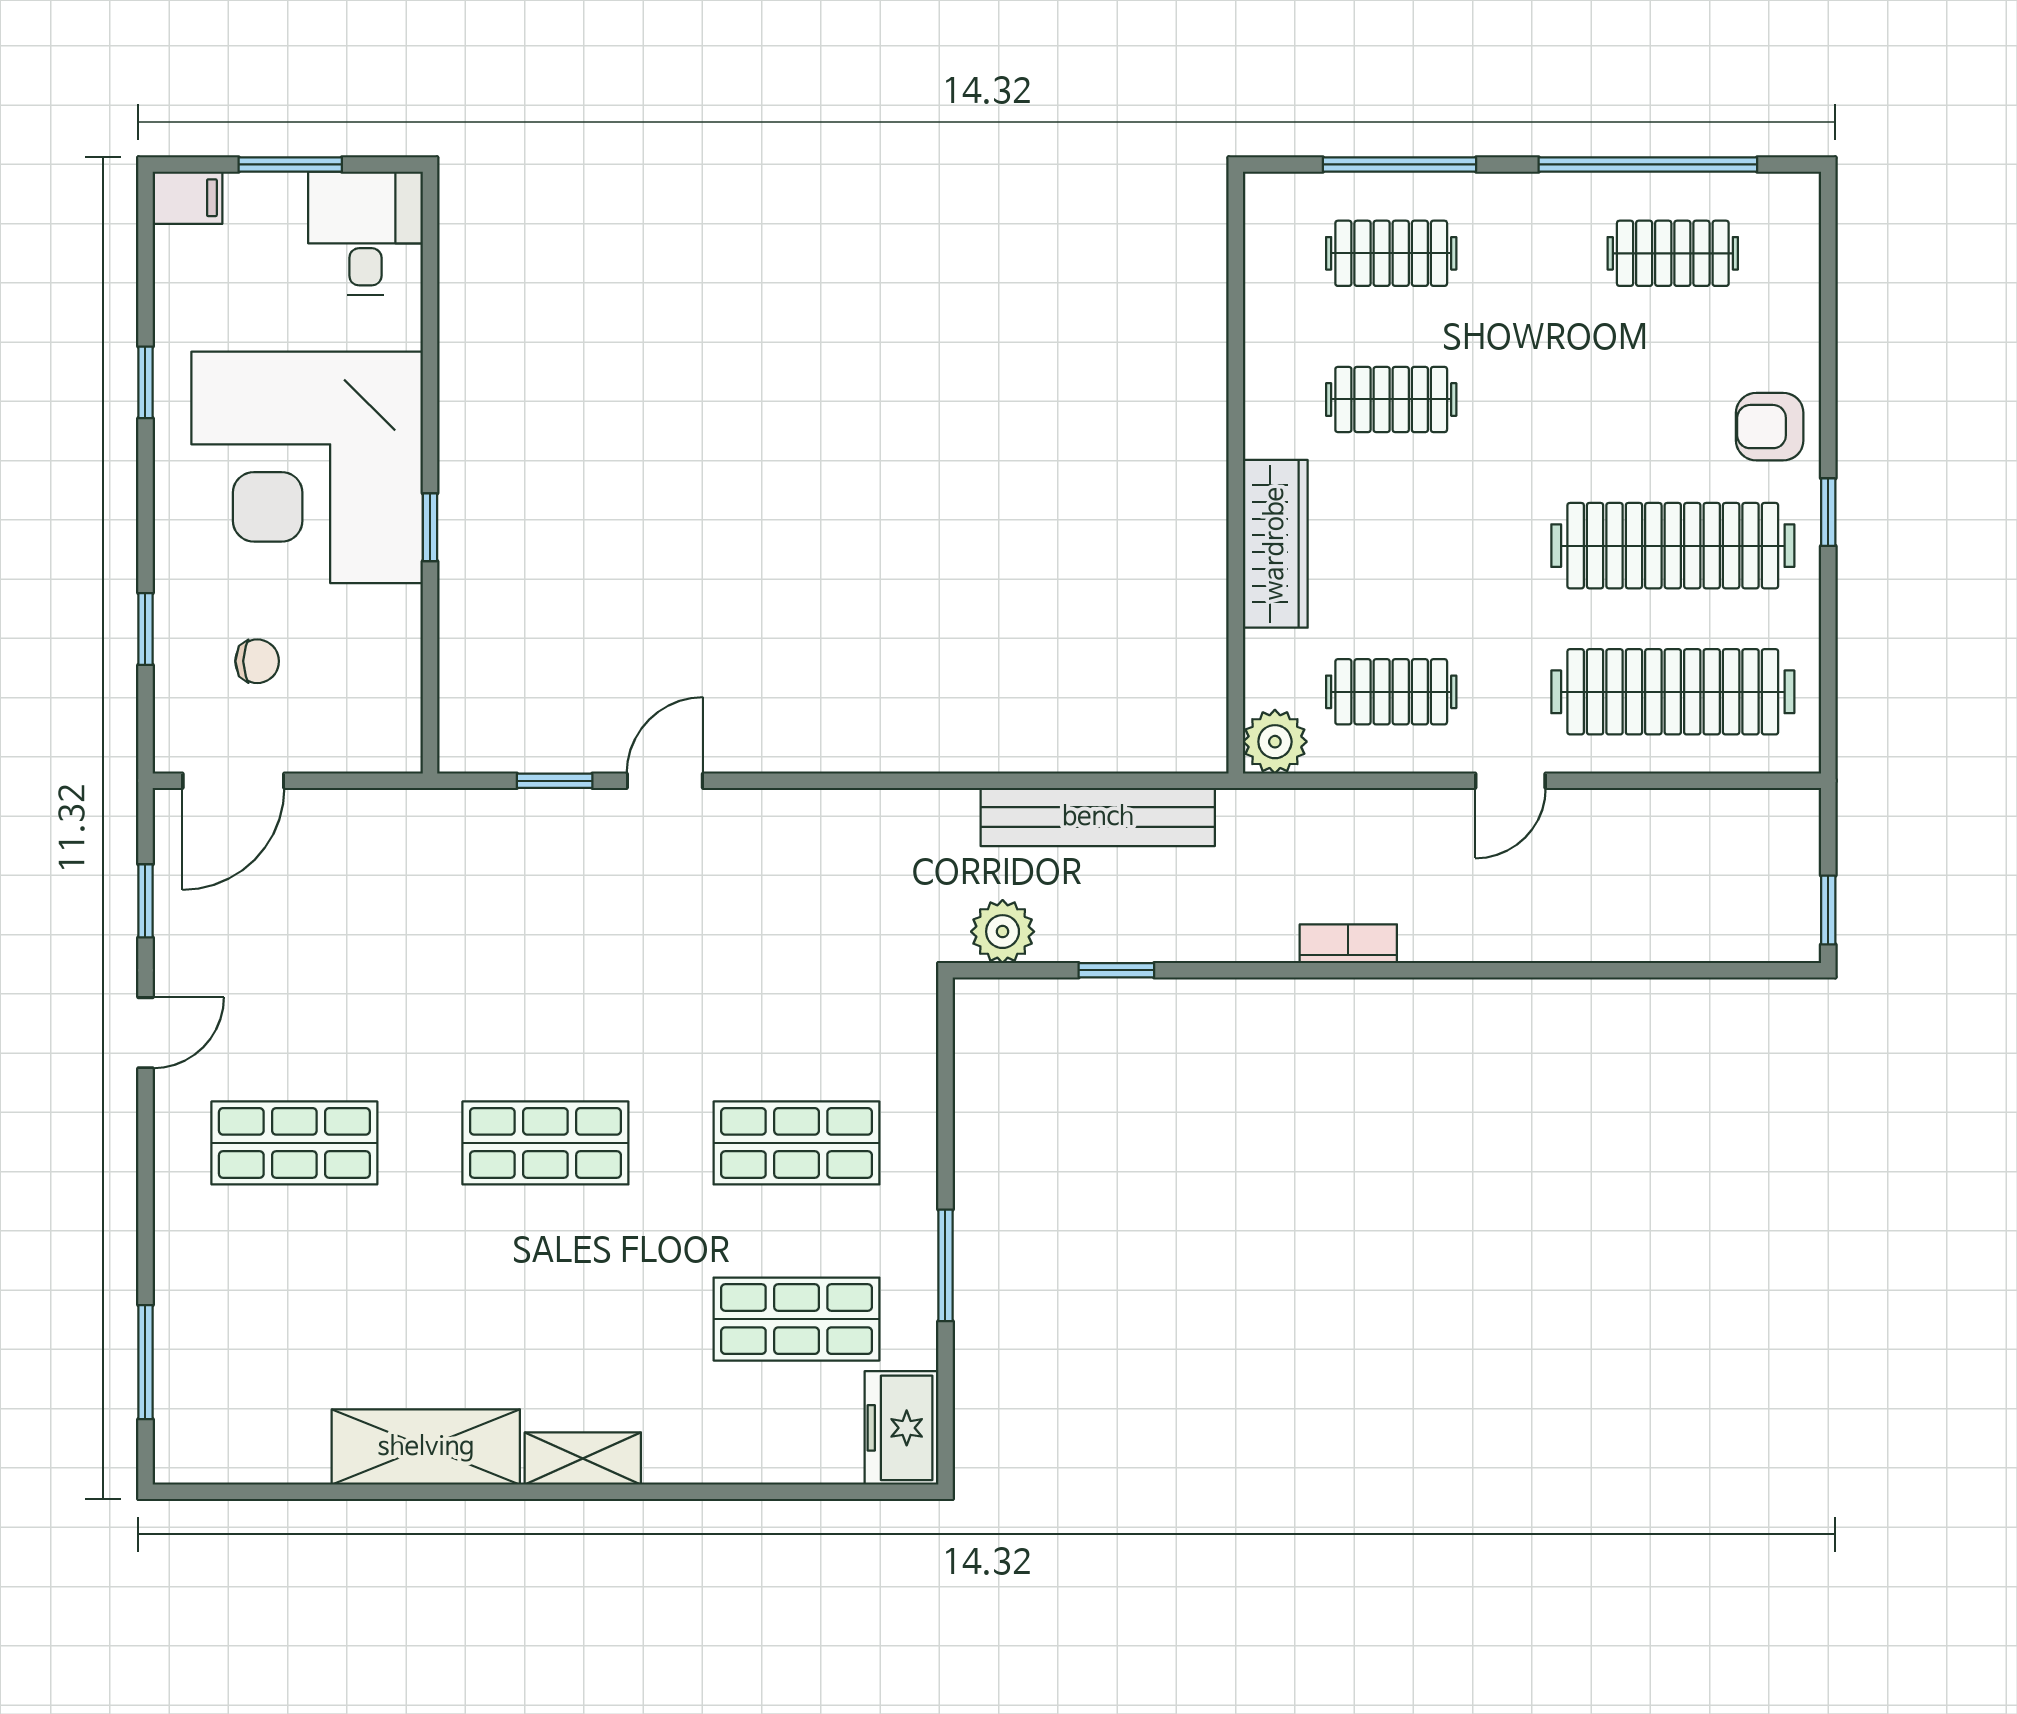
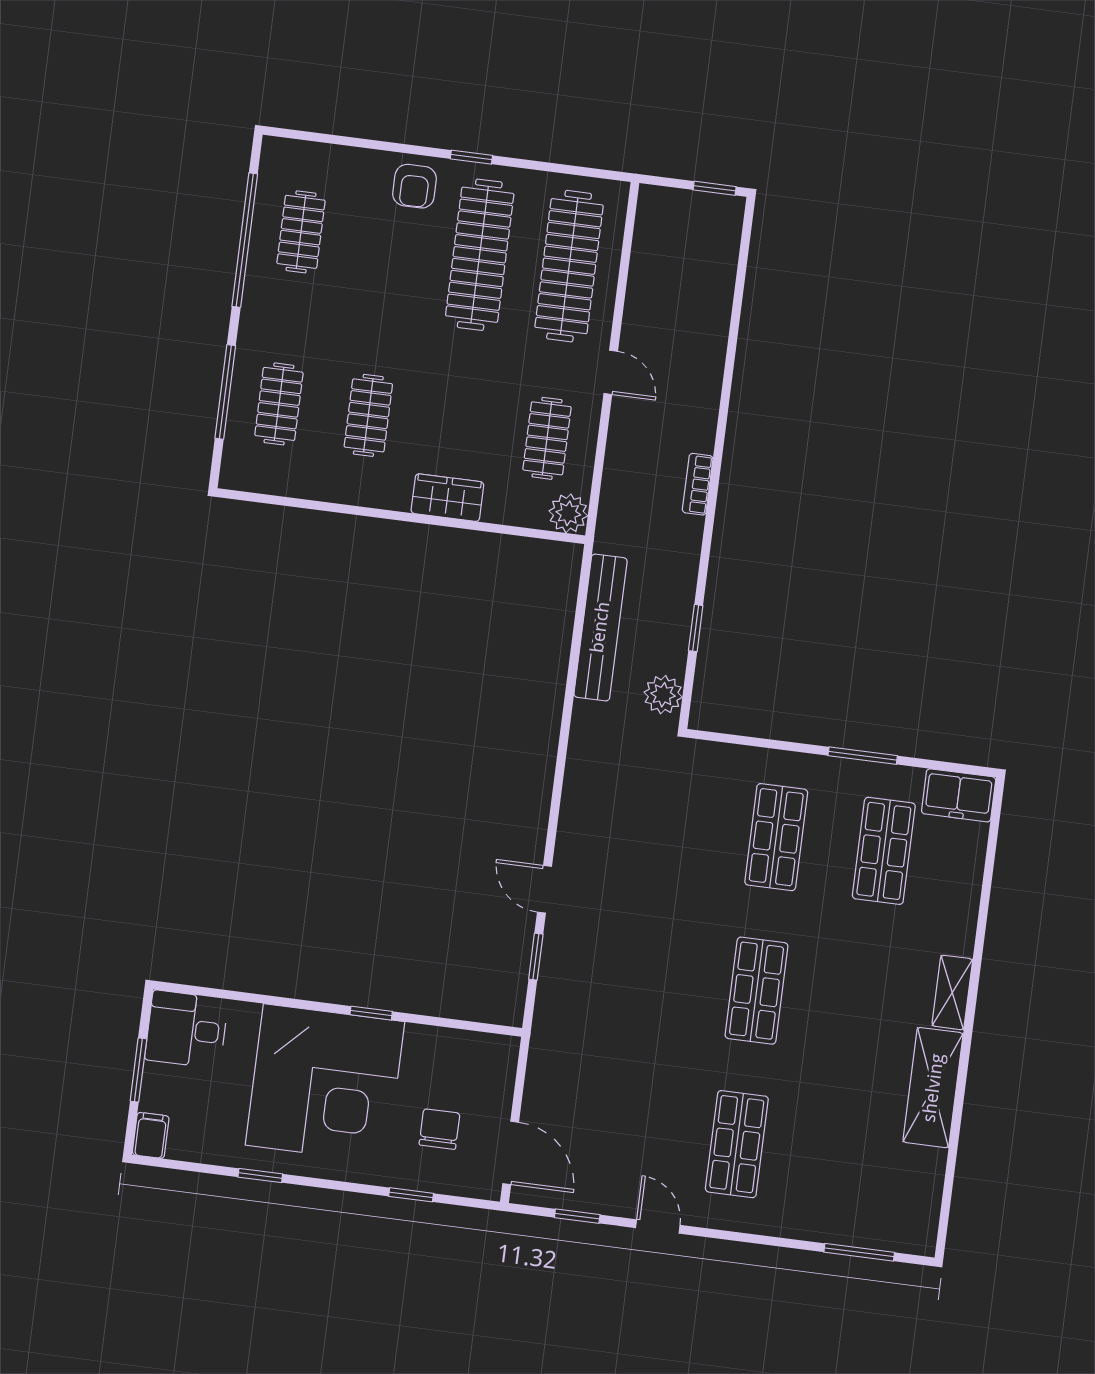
wardrobe: (1275, 544) -> (447, 498), width x0.67
chair: (257, 661) -> (440, 1129), width x1.37, depth x1.37

